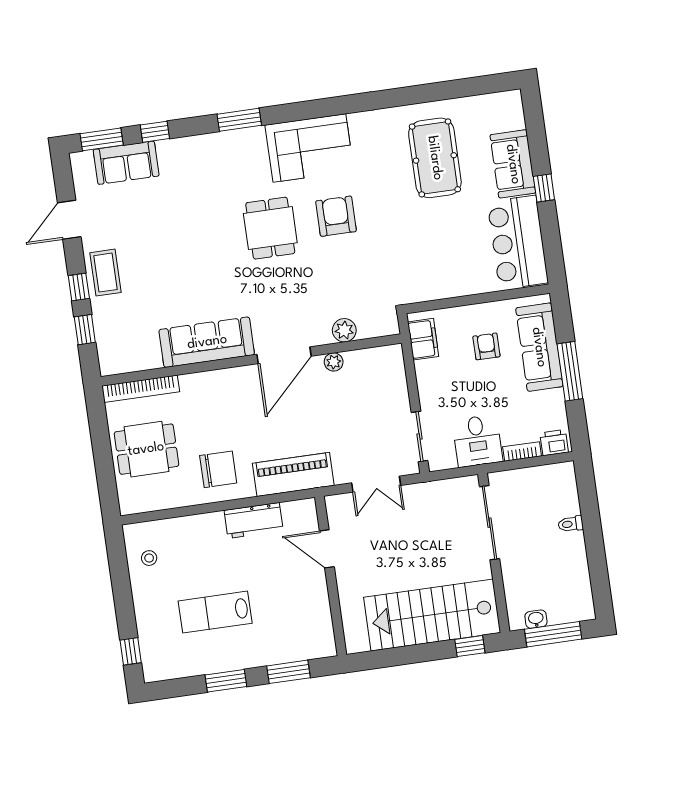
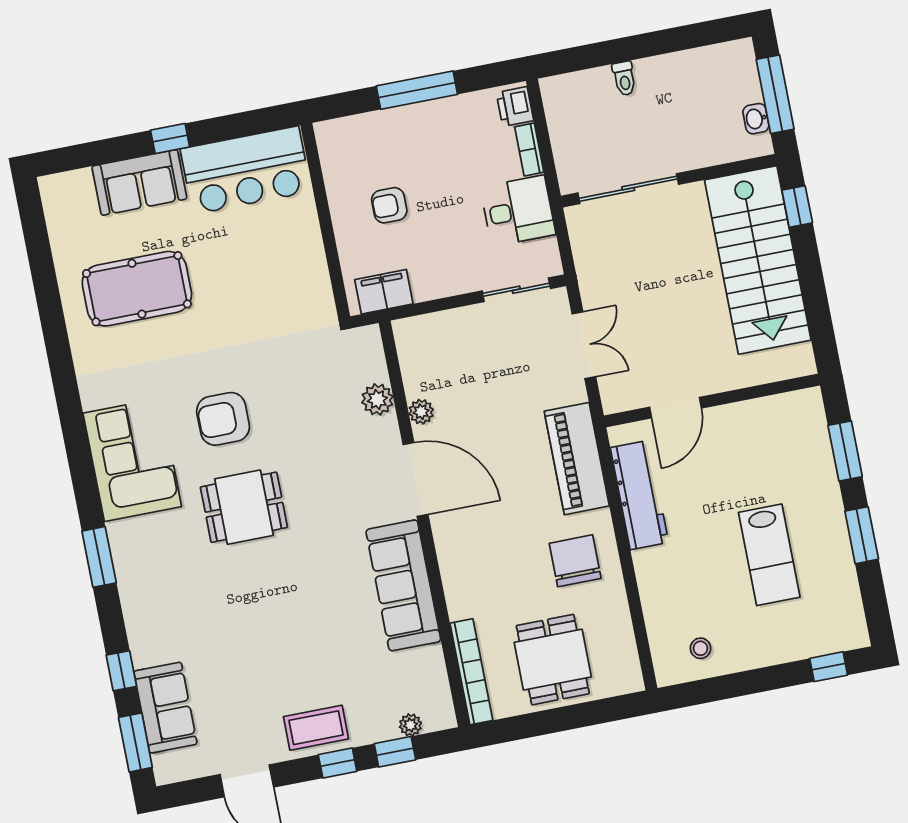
plant: (104, 342) -> (410, 725), added
sofa: (539, 347) -> (386, 133), removed
workbench: (254, 521) -> (639, 495), width x1.38

